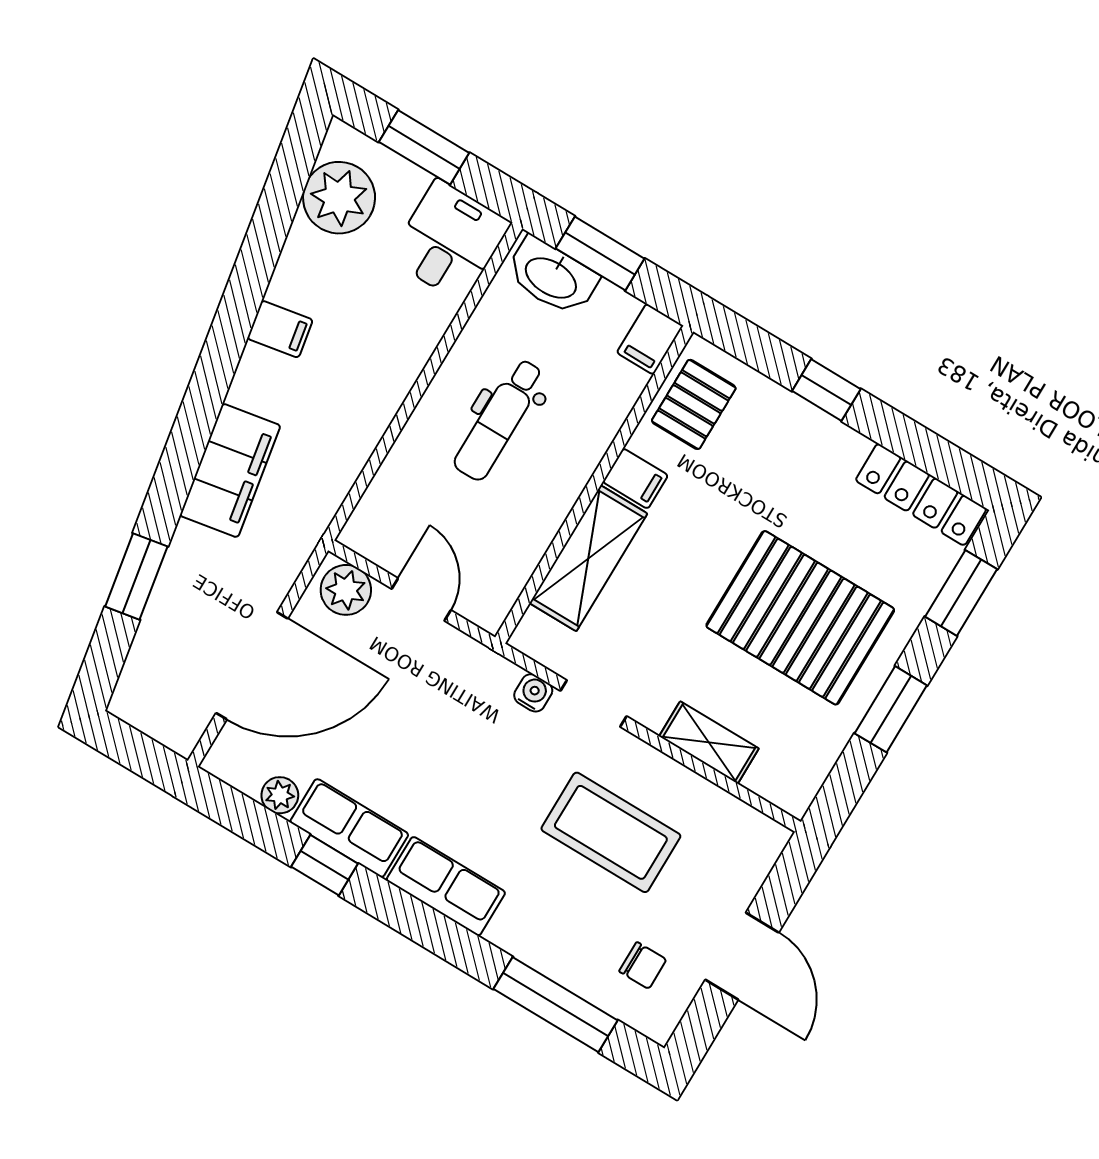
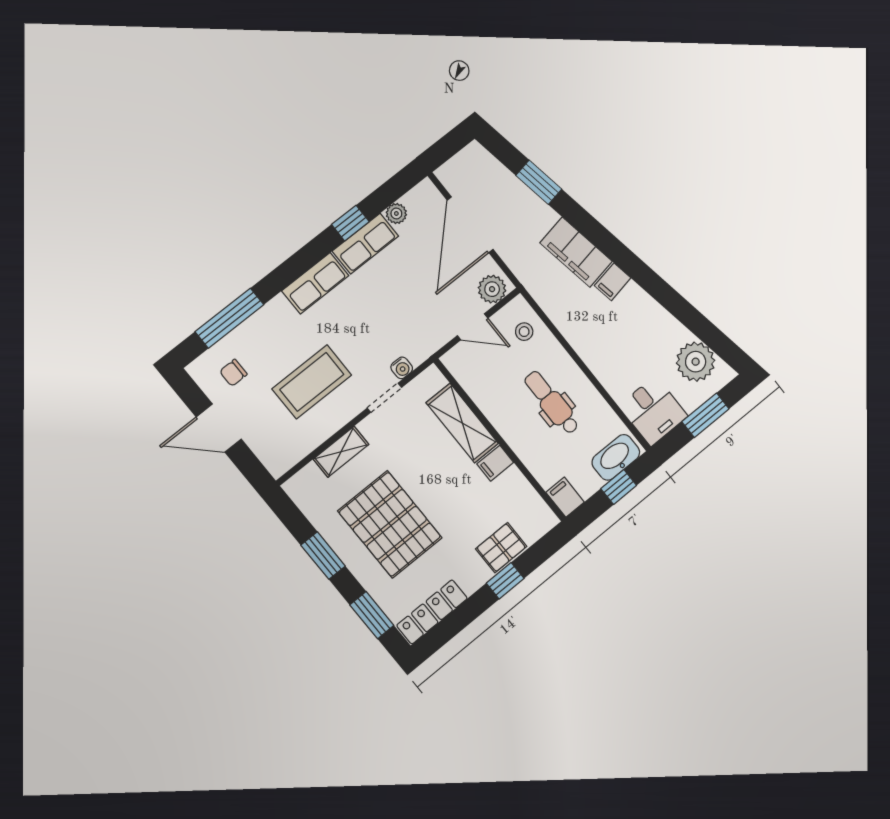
window: (600, 254) -> (619, 487), width x0.67
filing cabinet: (280, 329) -> (613, 282), moved
pallet: (694, 404) -> (501, 548), moved, turned 90
stool: (397, 510) -> (524, 332), added
pallet: (800, 618) -> (390, 524), turned 90

